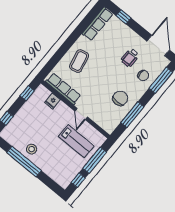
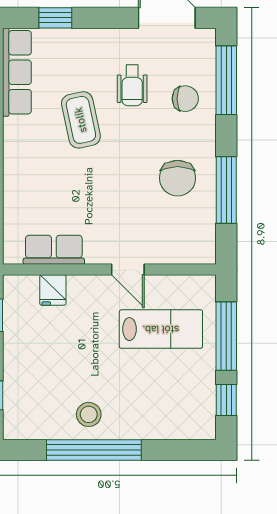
coffee table: (79, 61) -> (81, 120), moved
row of seats: (63, 89) -> (54, 250), width x0.68
chair: (120, 98) -> (178, 178), turned 180

